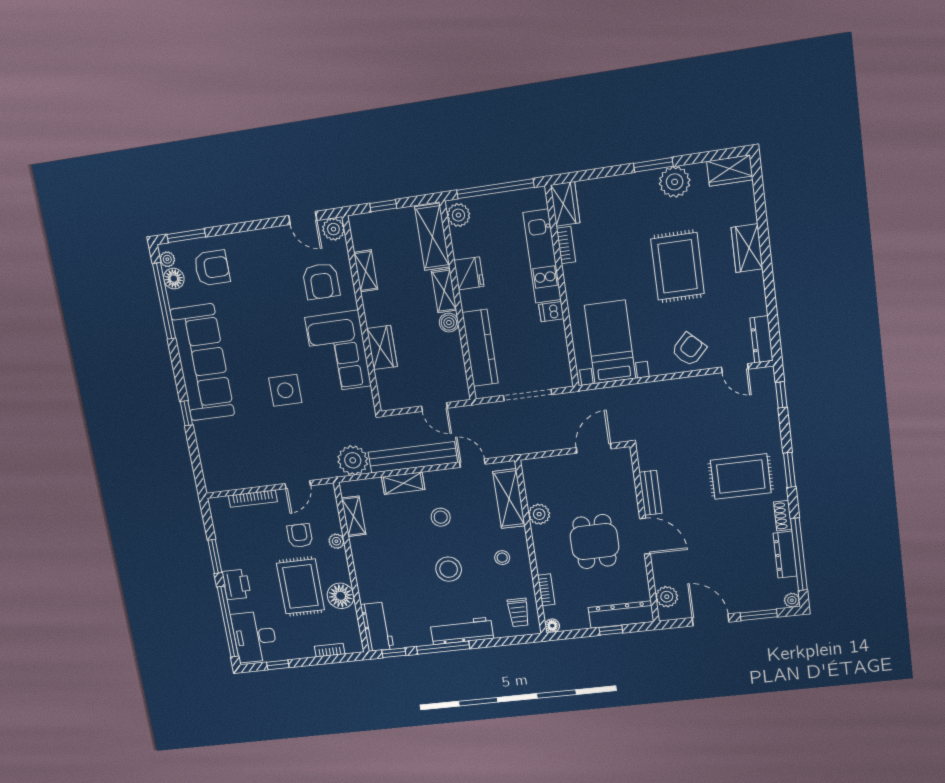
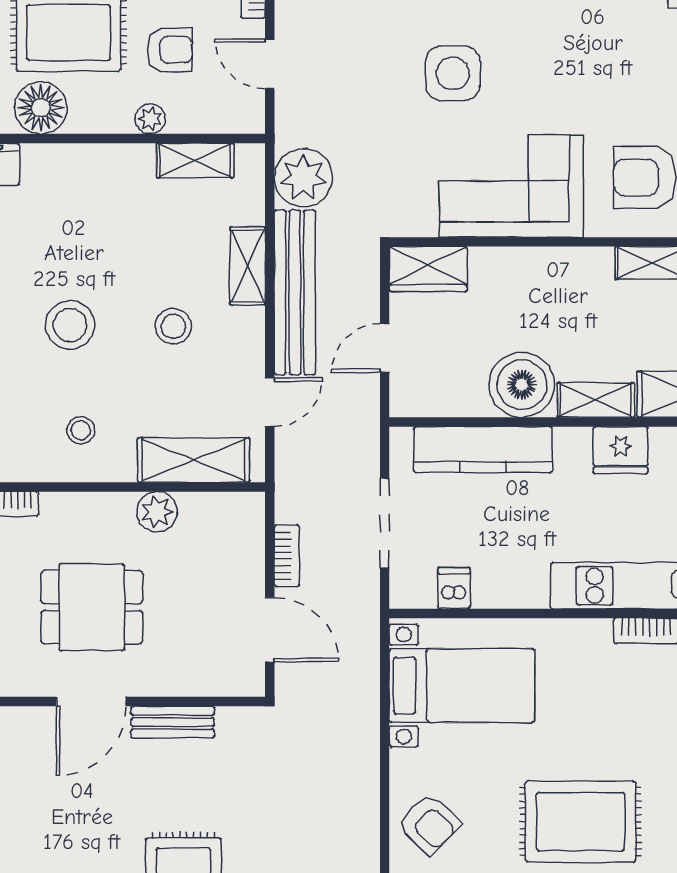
dishwasher: (551, 312) -> (454, 588), moved
boiler: (449, 323) -> (522, 385), width x1.86, depth x1.86
wardrobe: (382, 348) -> (428, 269), moved
bookcase: (553, 444) -> (287, 556), added

